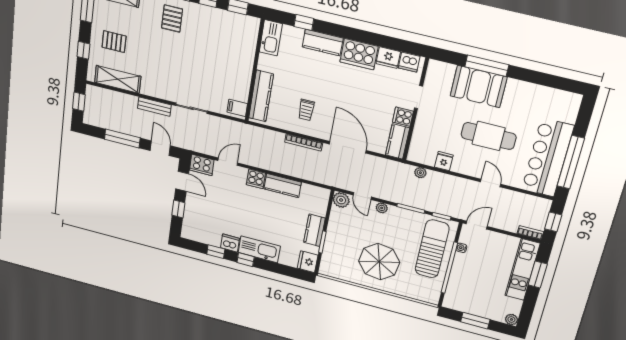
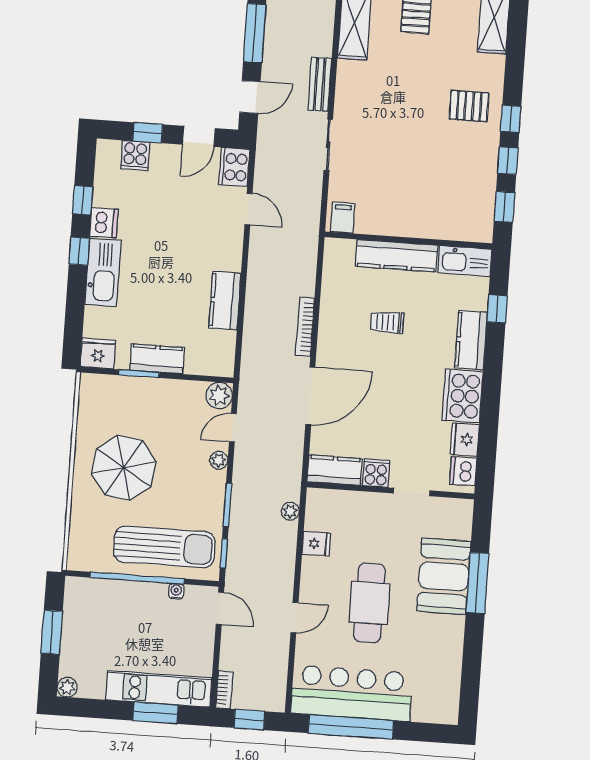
kitchen counter: (261, 96) -> (396, 256), moved
trolley: (306, 110) -> (387, 322), moved
cooker: (256, 179) -> (135, 156), moved, turned -90

